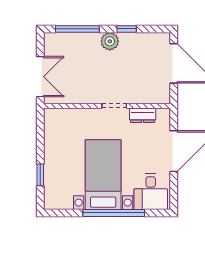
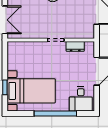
bed with nightstands: (103, 175) -> (31, 91), moved, turned 90

